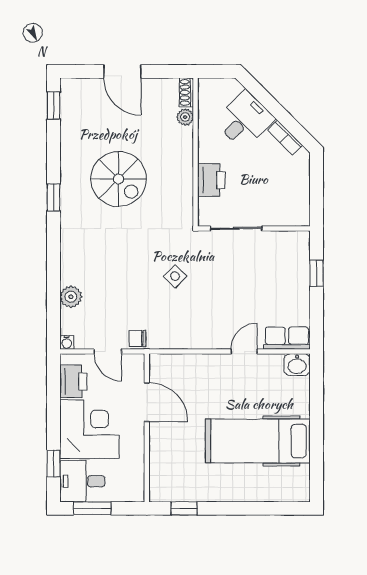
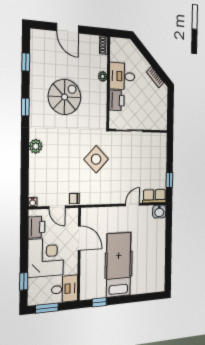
window: (54, 105) -> (26, 62), moved
plant: (185, 117) -> (103, 76), moved
desk: (244, 120) -> (122, 76), moved, turned -135
spiral stairs: (119, 179) -> (65, 97), turned -90
window: (317, 273) -> (169, 180), moved
side table: (175, 276) -> (96, 159), width x1.87, depth x1.87
plant: (71, 297) -> (36, 146), moved
hospital bed: (258, 441) -> (119, 265), moved, turned 90
desk: (82, 481) -> (65, 289), moved, turned 180

